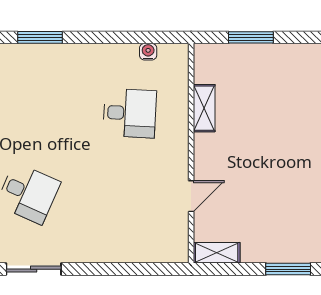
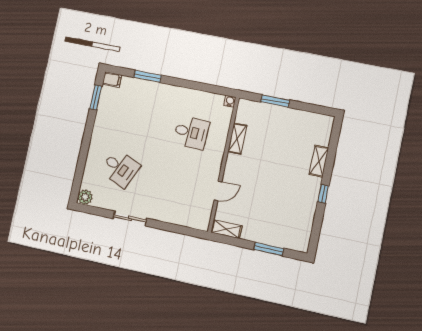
water cooler: (148, 52) -> (230, 101), moved
sliding door: (34, 269) -> (130, 218), moved

